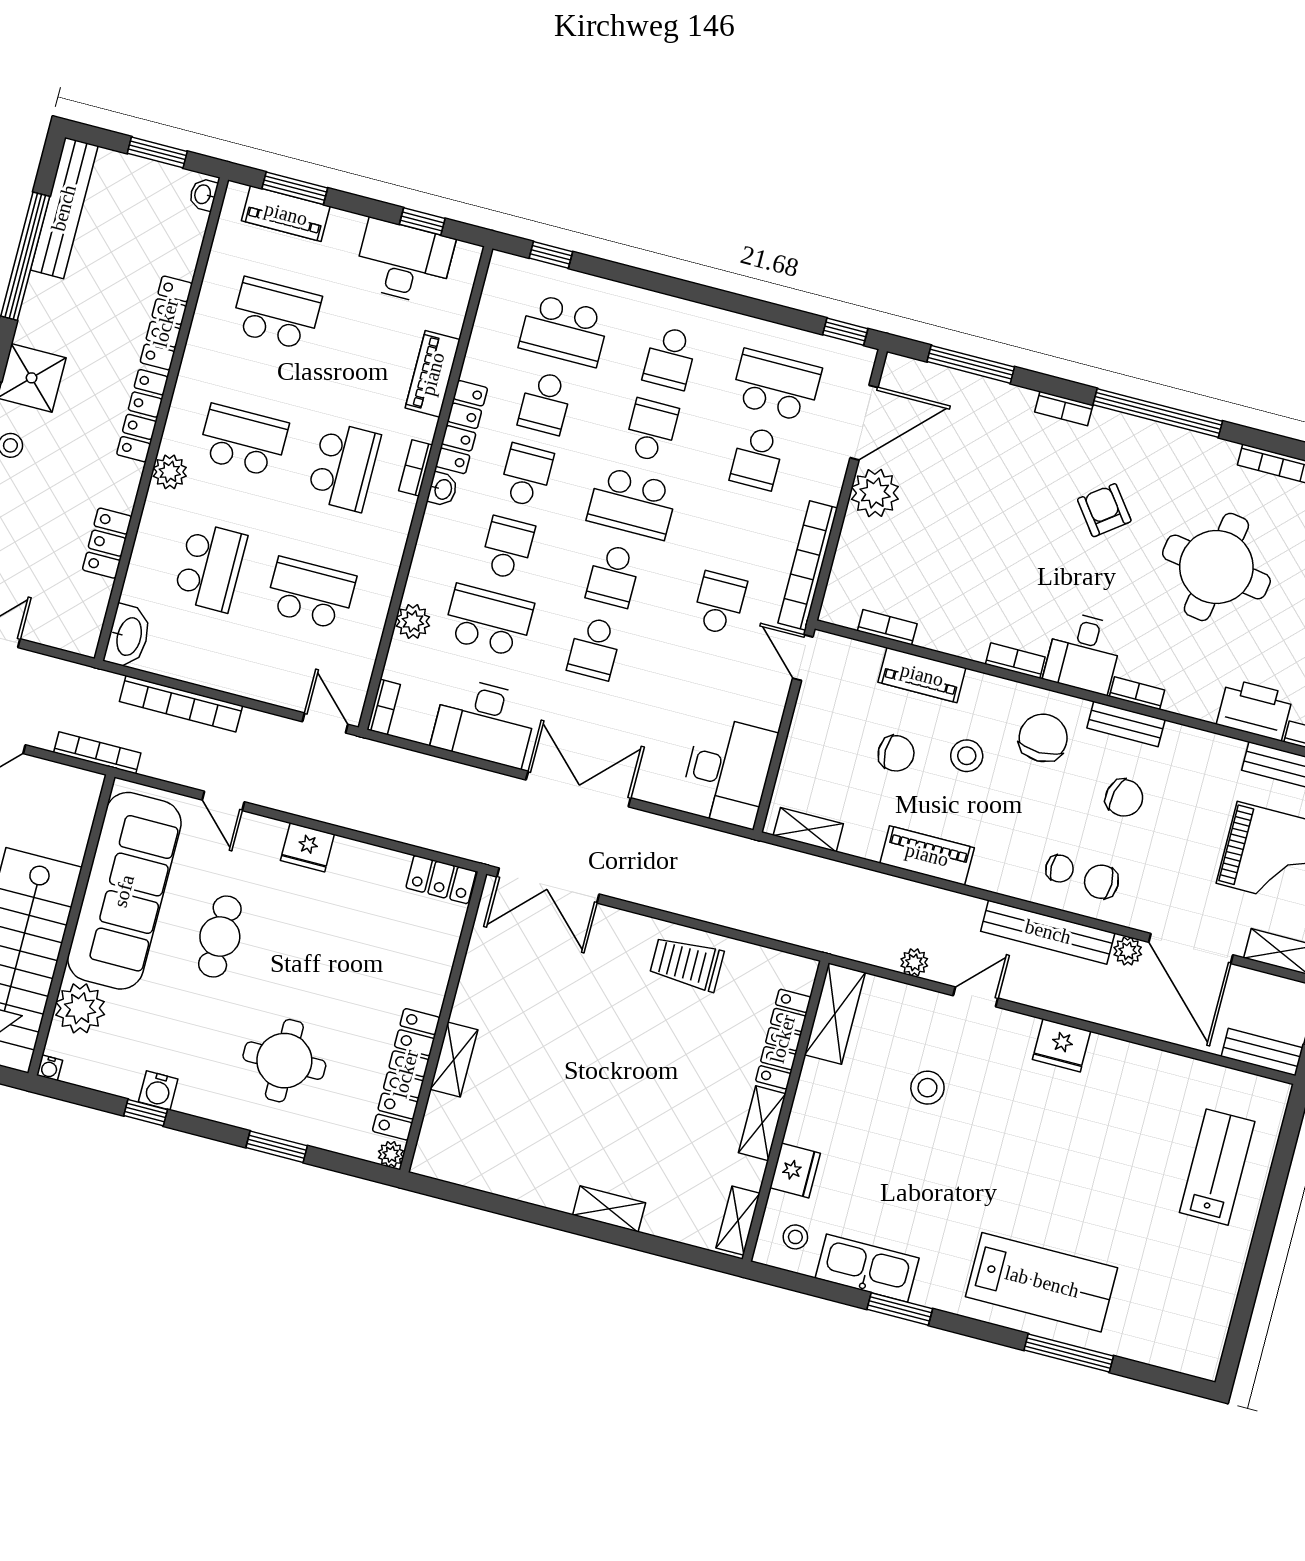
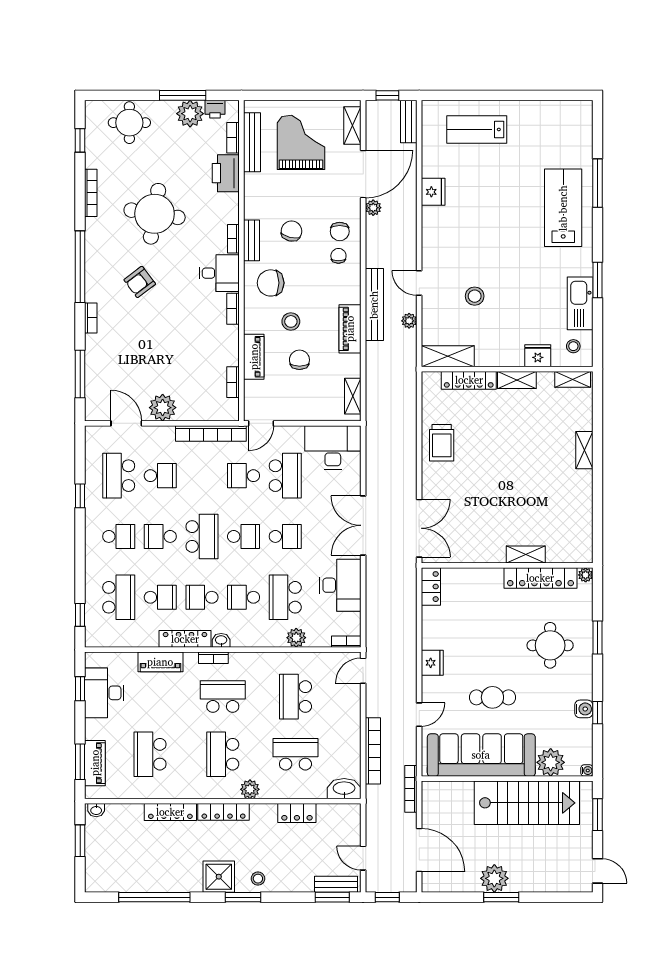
bench: (64, 208) -> (123, 883), removed
window: (845, 332) -> (80, 496), moved
door: (864, 423) -> (126, 423), width x0.73
school desk: (701, 676) -> (285, 476), added
bench: (1048, 932) -> (374, 305), moved
fridge: (1062, 1045) -> (433, 192), moved

